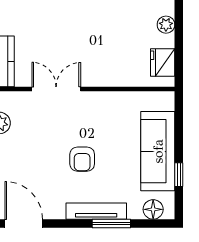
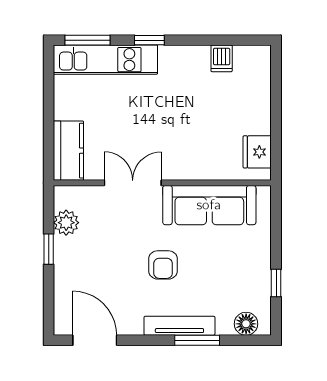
plant: (166, 25) -> (261, 108), removed
sofa: (158, 151) -> (209, 205), moved, turned -90

